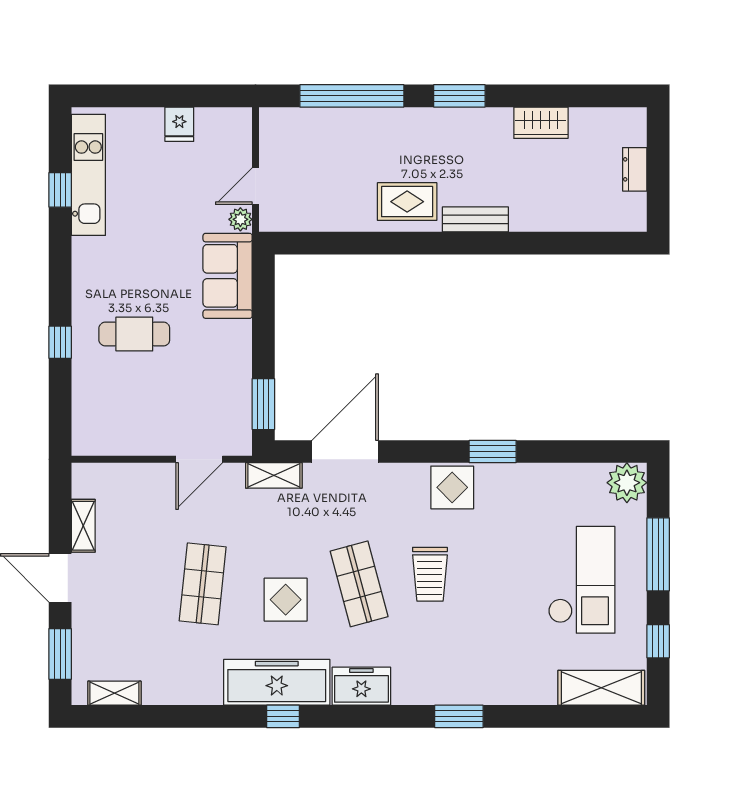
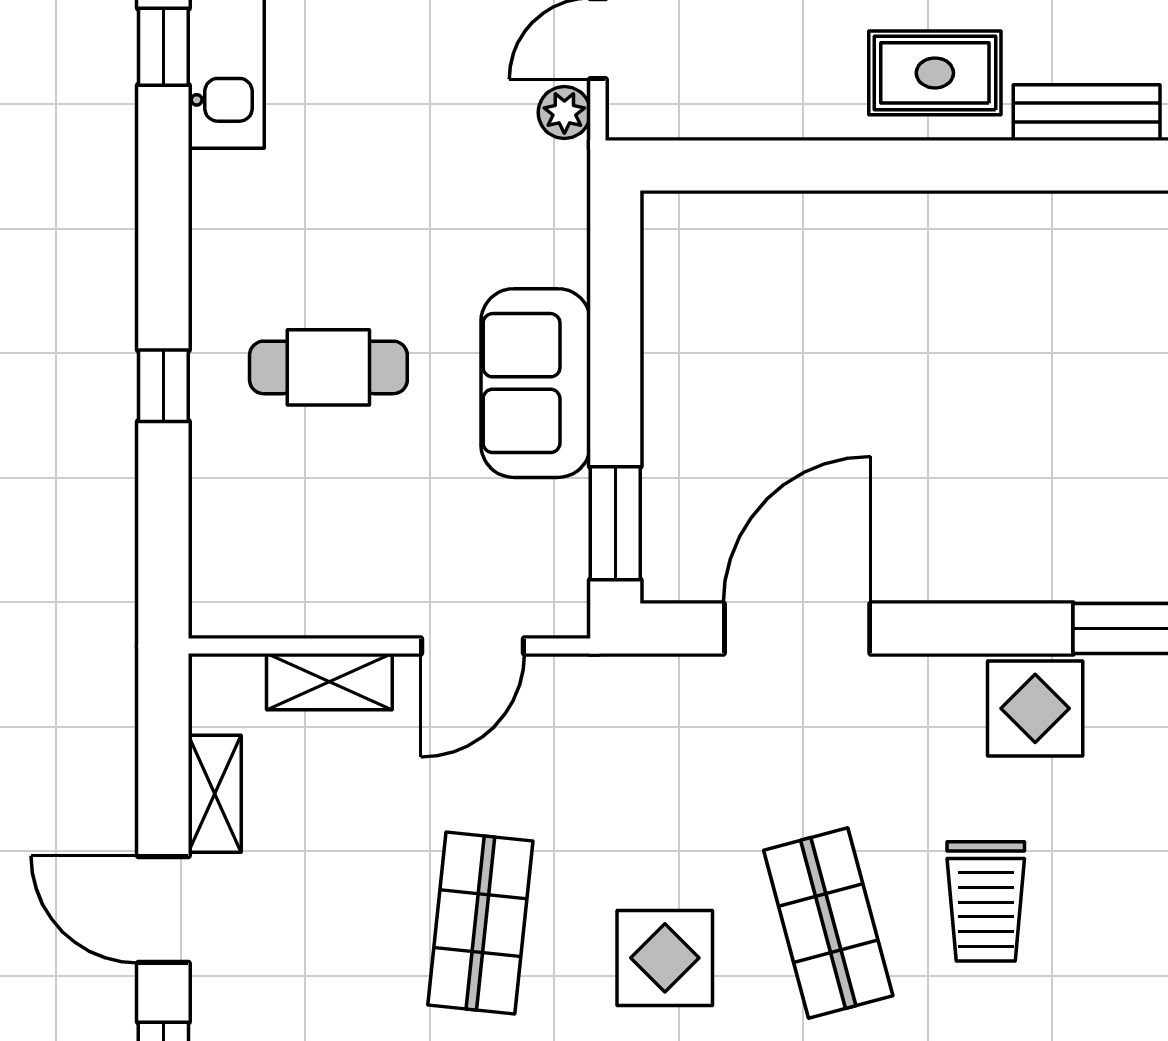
sofa: (228, 276) -> (536, 383), moved
shelving: (274, 475) -> (329, 682), moved

